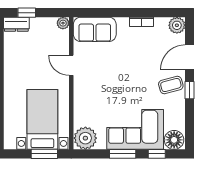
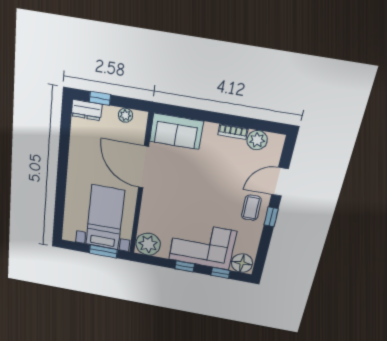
plant: (63, 23) -> (125, 115), moved
plant: (177, 25) -> (257, 140), moved
door: (71, 65) -> (144, 167), width x1.88
coffee table: (171, 85) -> (251, 208), turned -75
window: (123, 154) -> (185, 266), width x0.67

